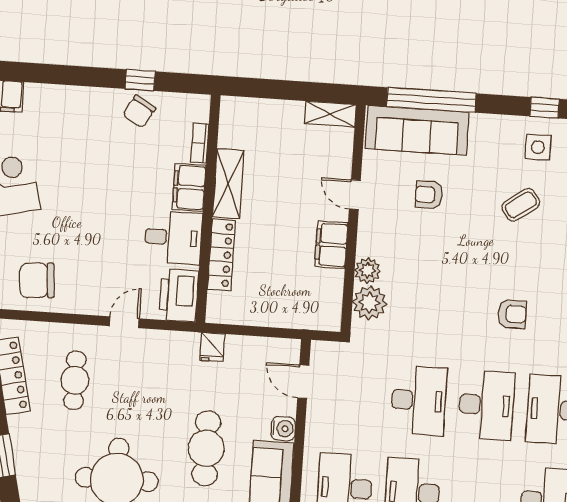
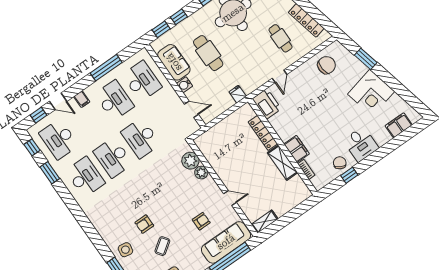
desk: (173, 237) -> (361, 144), moved, turned -90
filing cabinet: (331, 245) -> (223, 171), removed
armchair: (512, 314) -> (144, 224), moved

